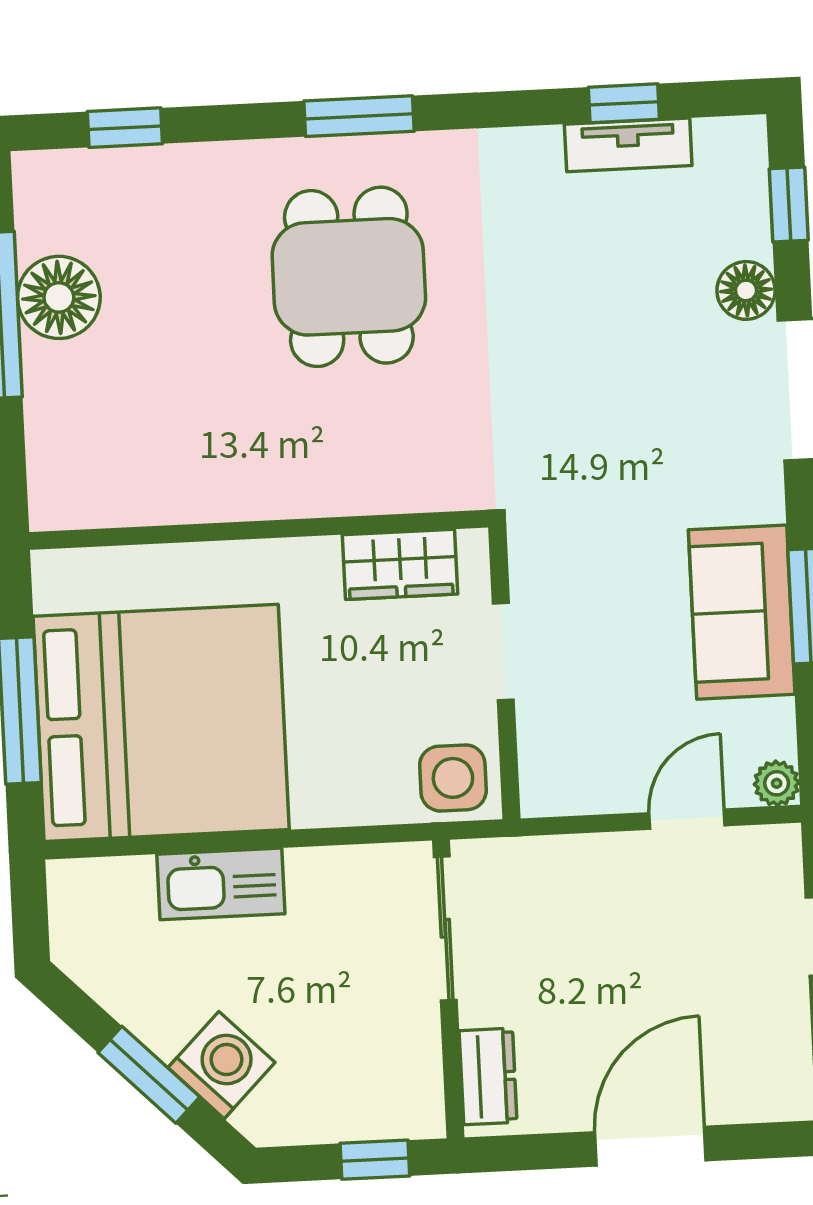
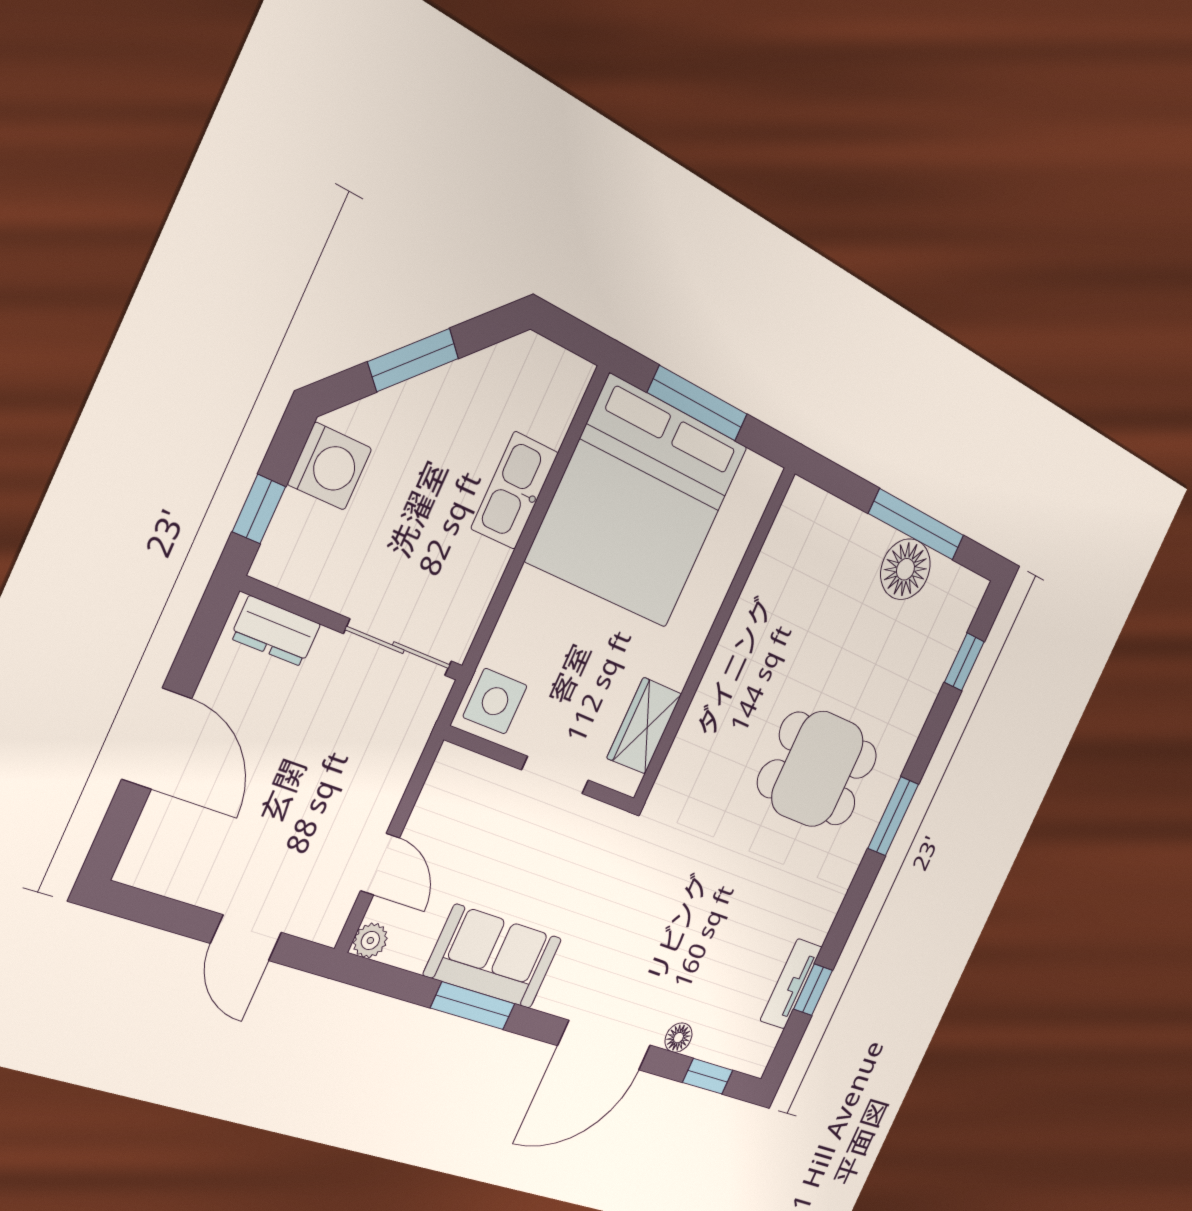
floor lamp: (746, 290) -> (678, 1038), width x0.73, depth x0.73
washing machine: (221, 1065) -> (330, 466), moved, turned -45

